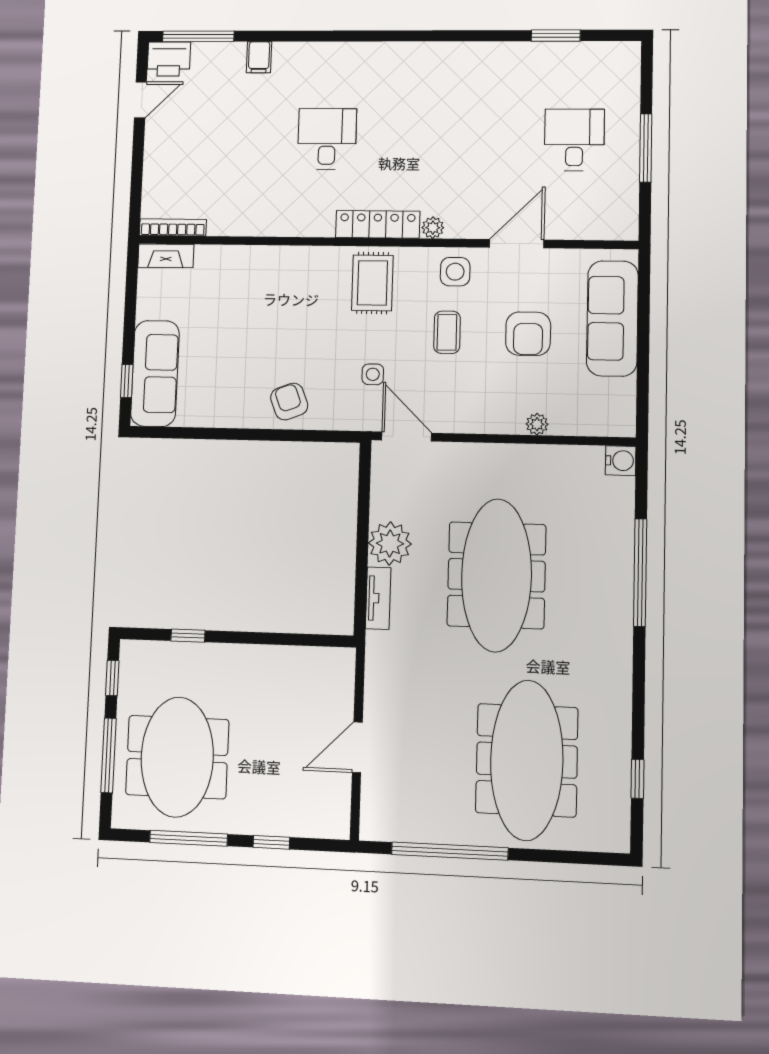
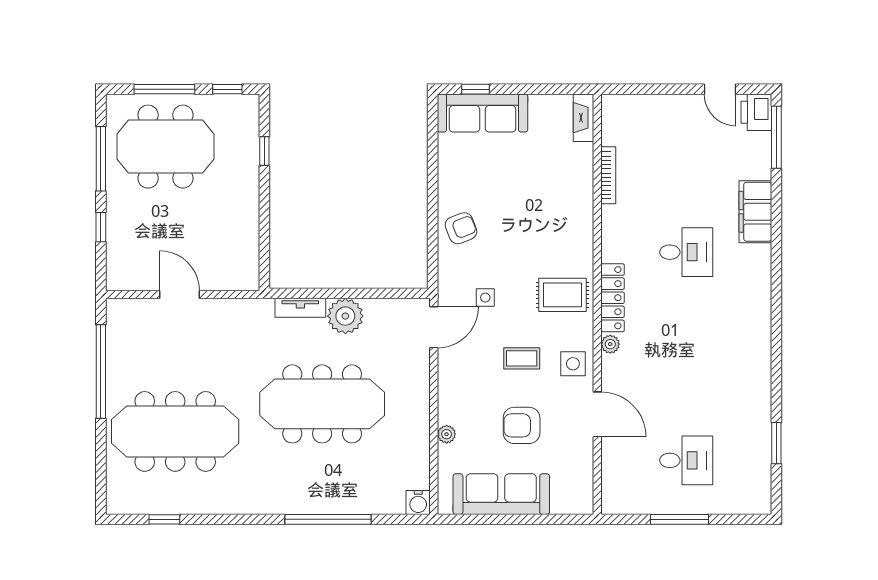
filing cabinet: (259, 57) -> (755, 212), width x3.00, depth x1.17
bookcase: (173, 227) -> (608, 175), moved
sofa: (612, 318) -> (501, 494), moved

